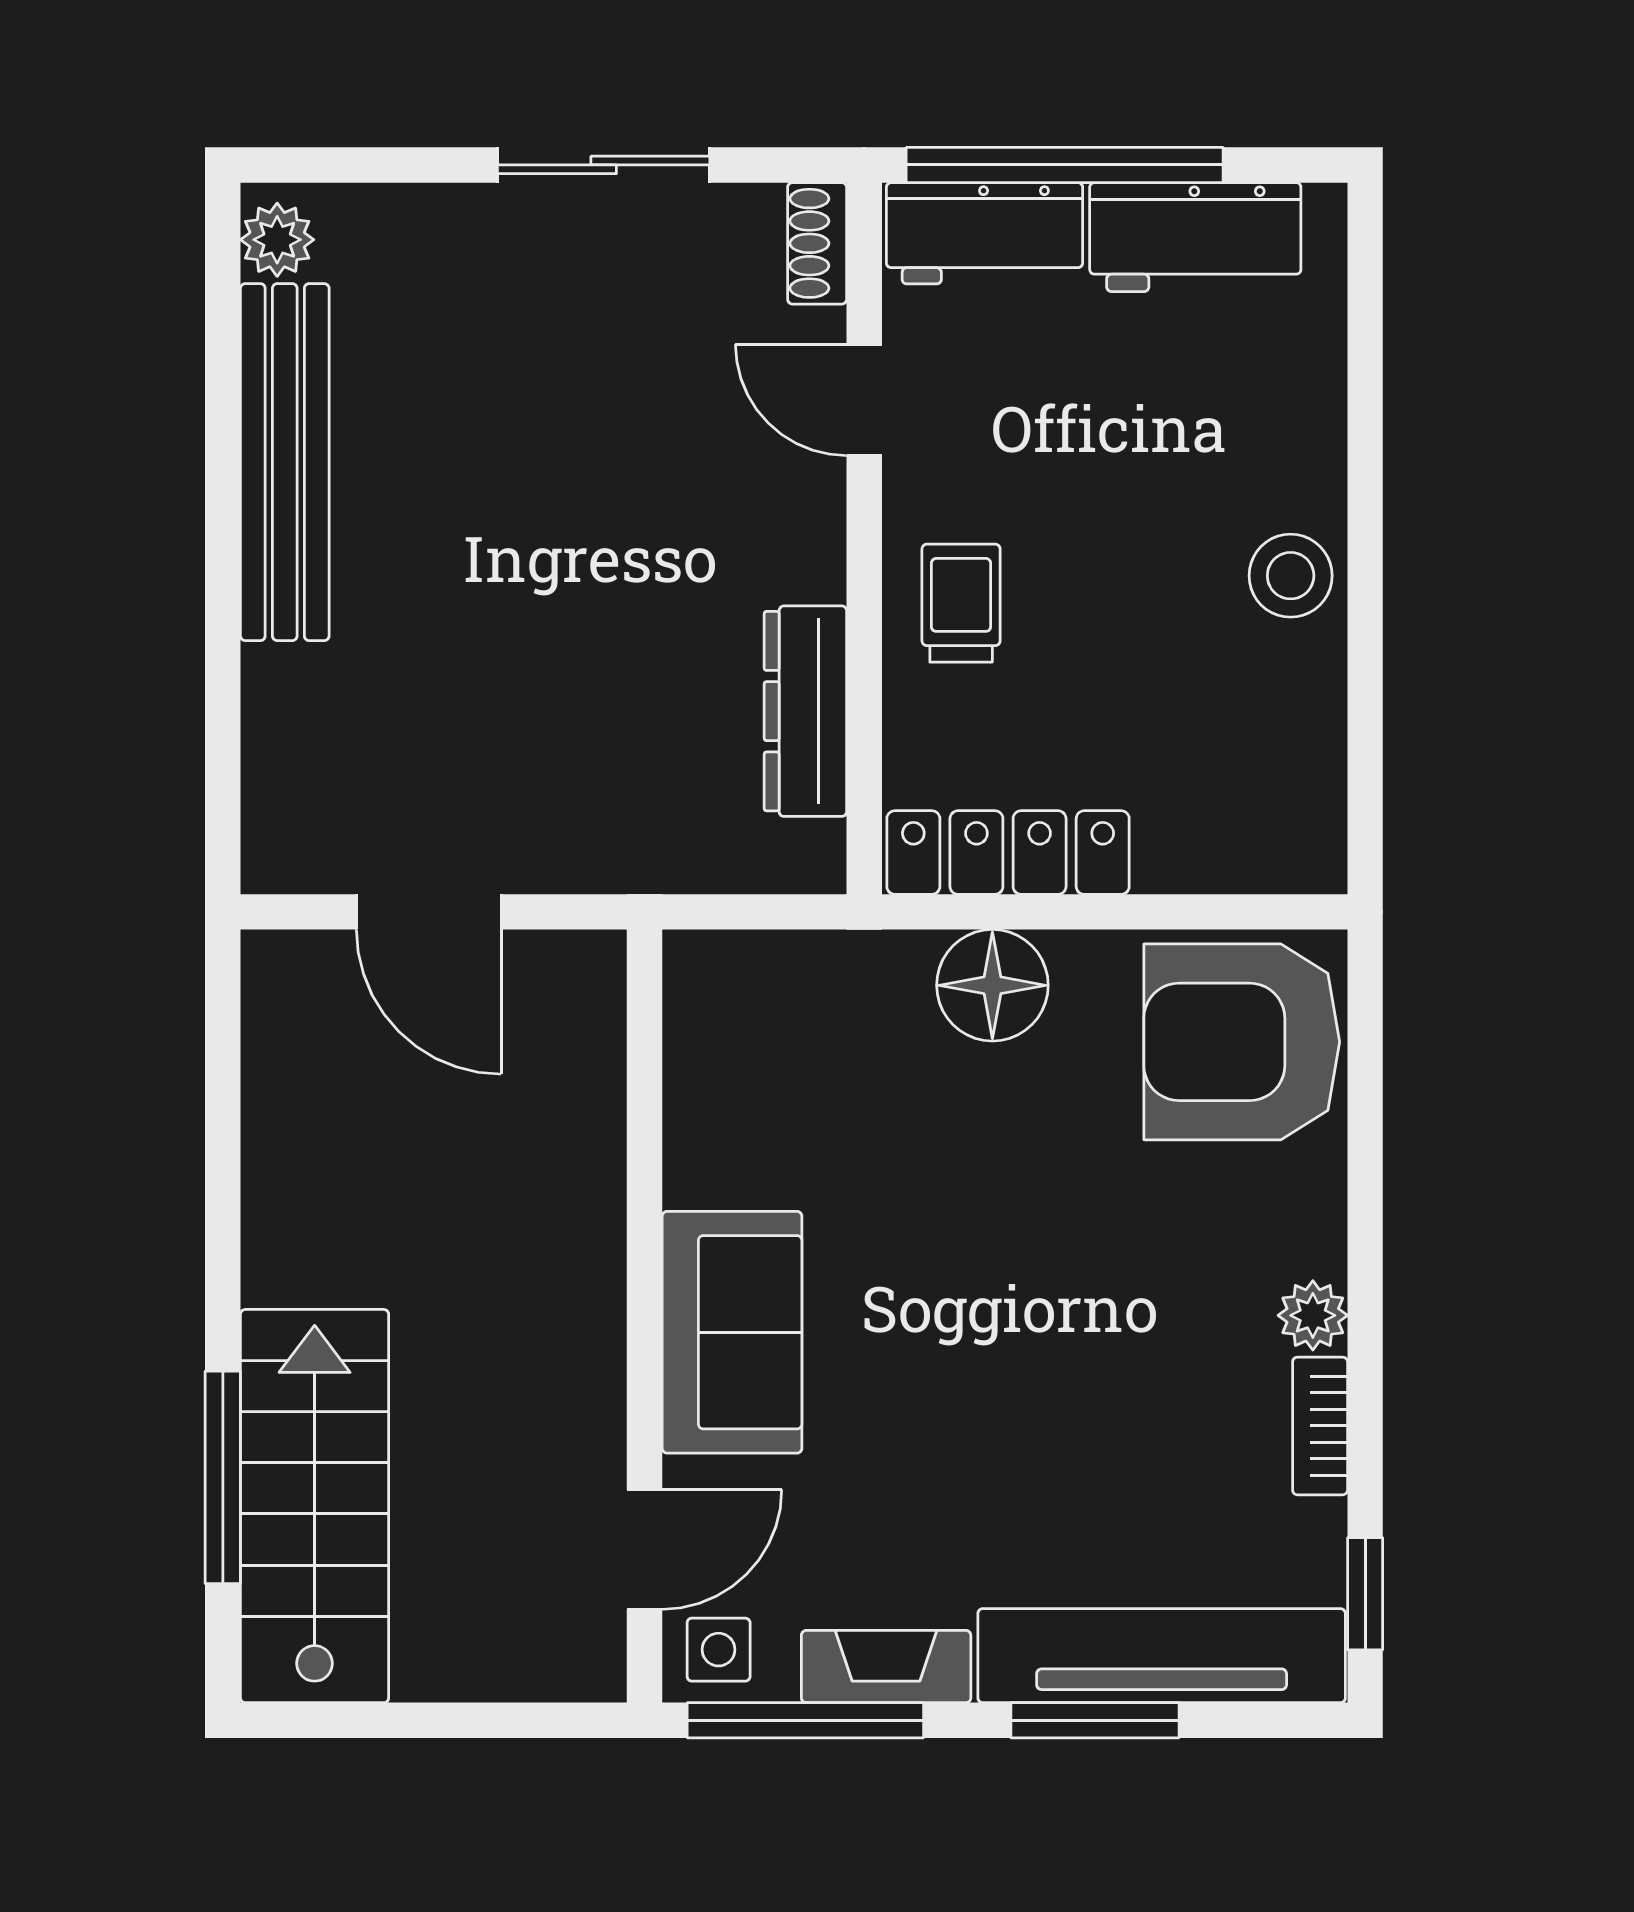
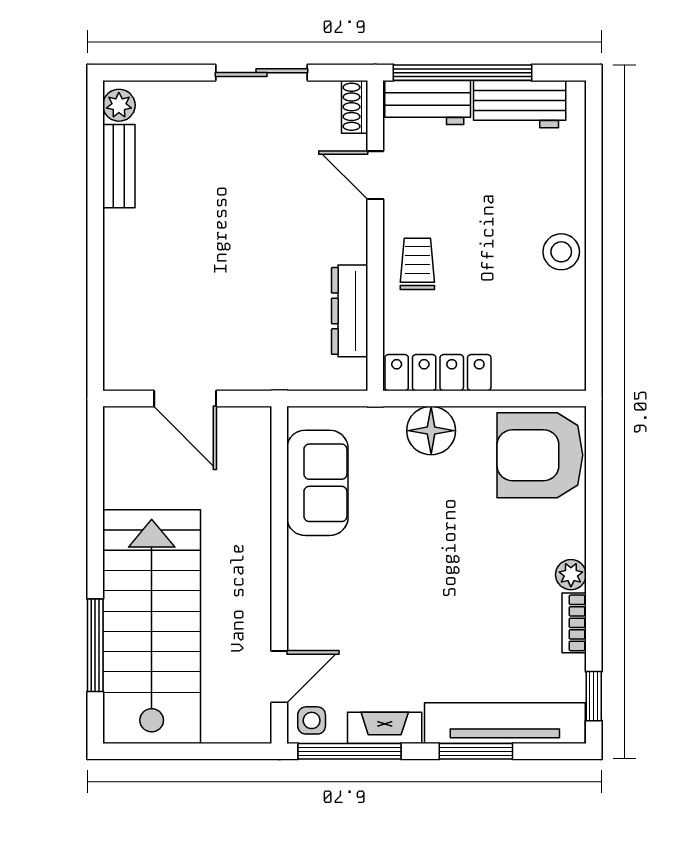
bench: (285, 462) -> (119, 166), width x0.54, depth x0.82
sofa: (732, 1332) -> (317, 483), moved
stairs: (315, 1506) -> (152, 627), width x1.36, depth x1.51

